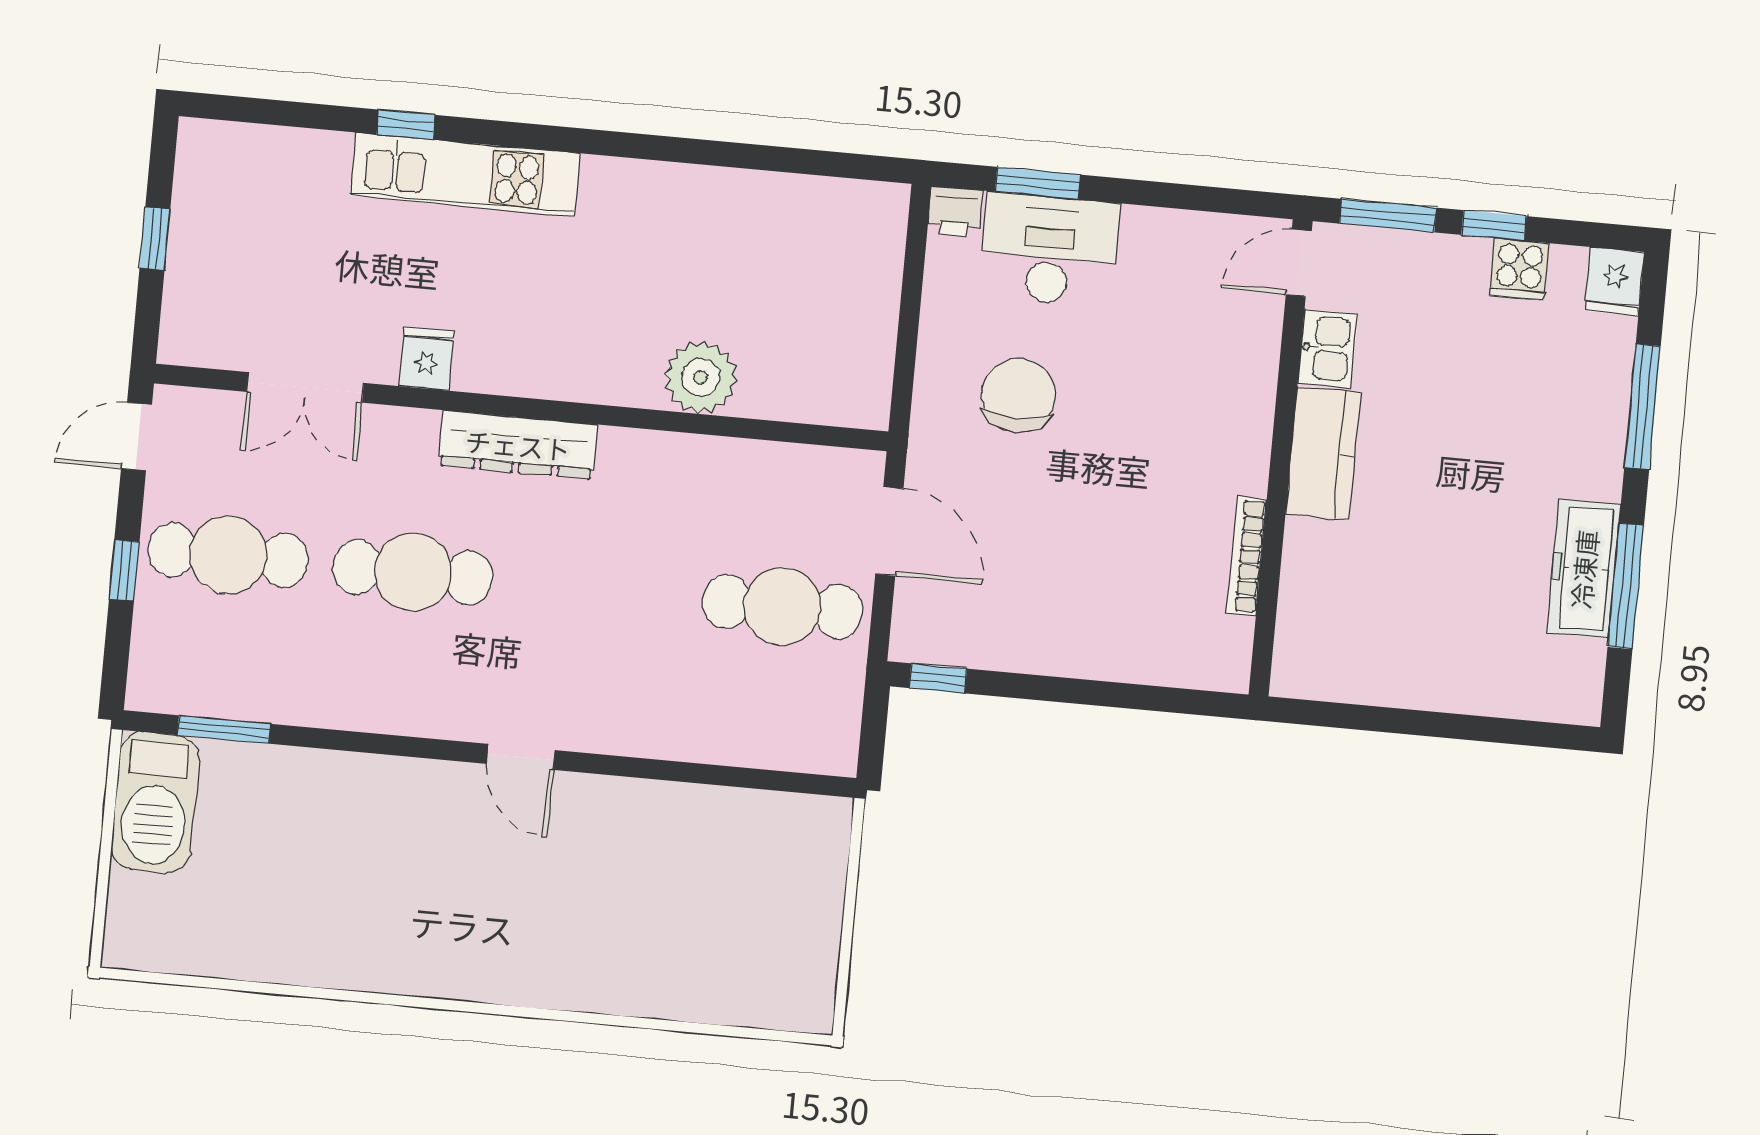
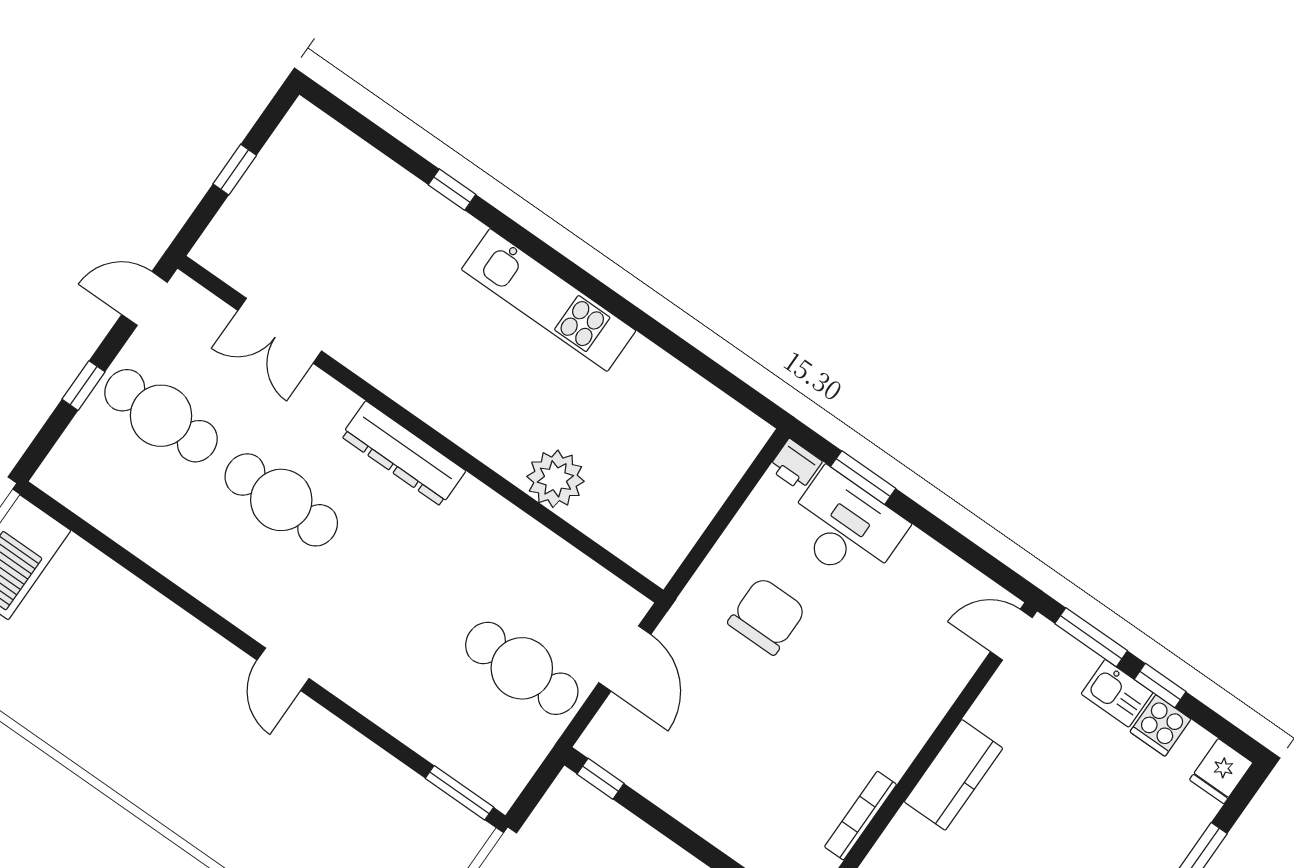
kitchen unit: (465, 174) -> (549, 300), moved
kitchen sink: (1328, 348) -> (1117, 693), moved, turned 90
fridge: (426, 359) -> (374, 358), removed
window: (224, 729) -> (459, 793), moved

